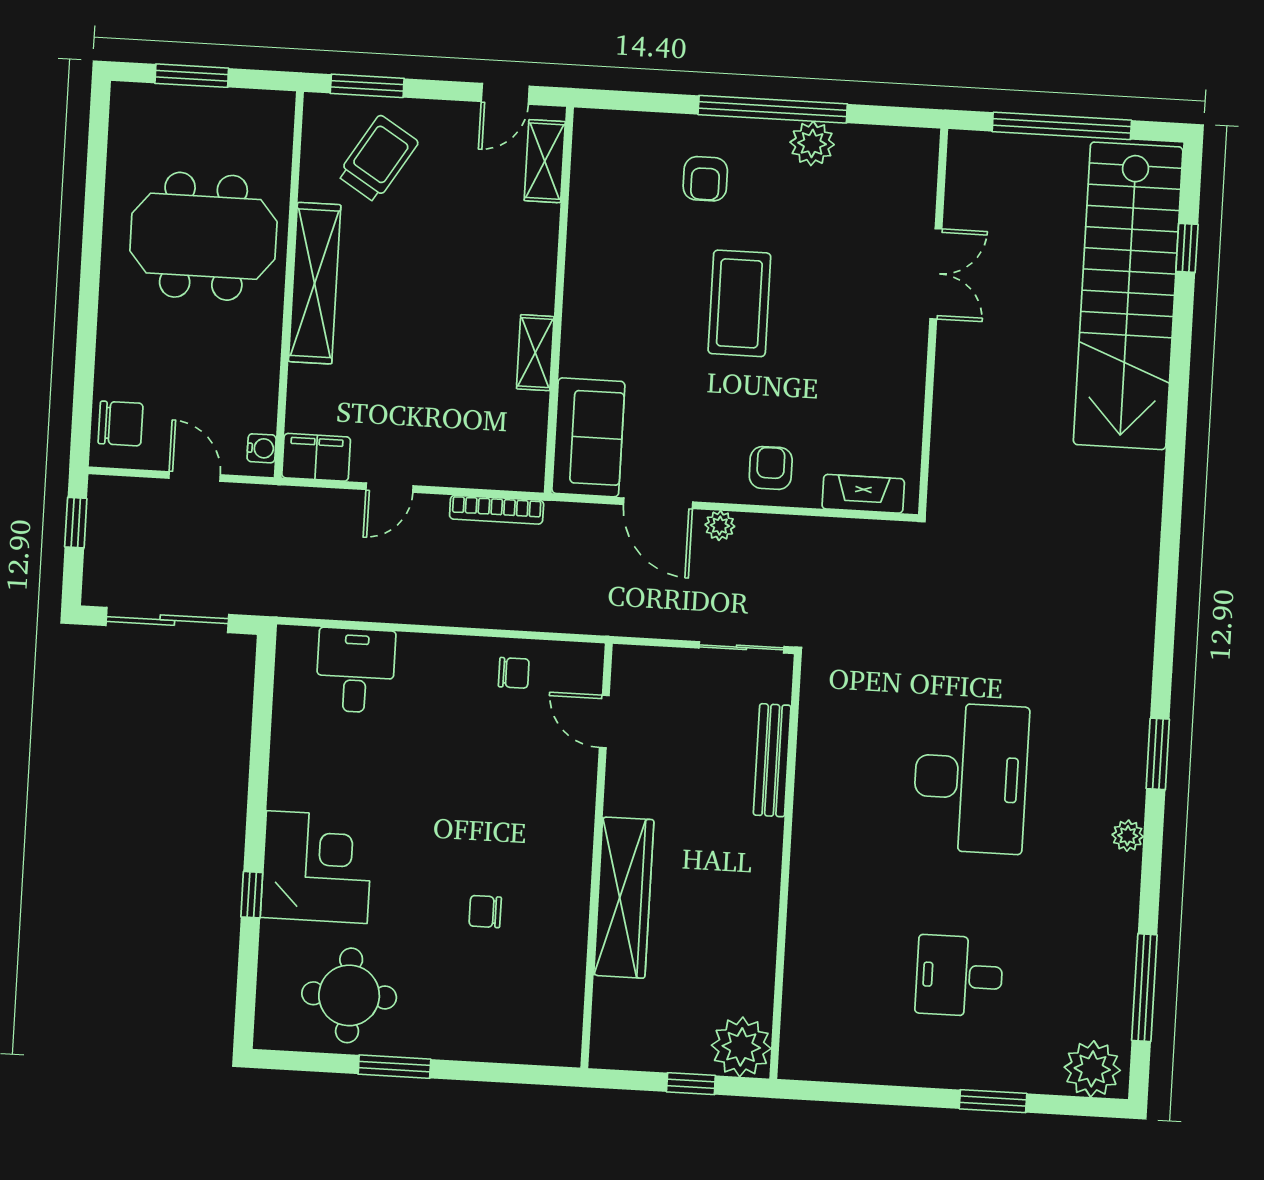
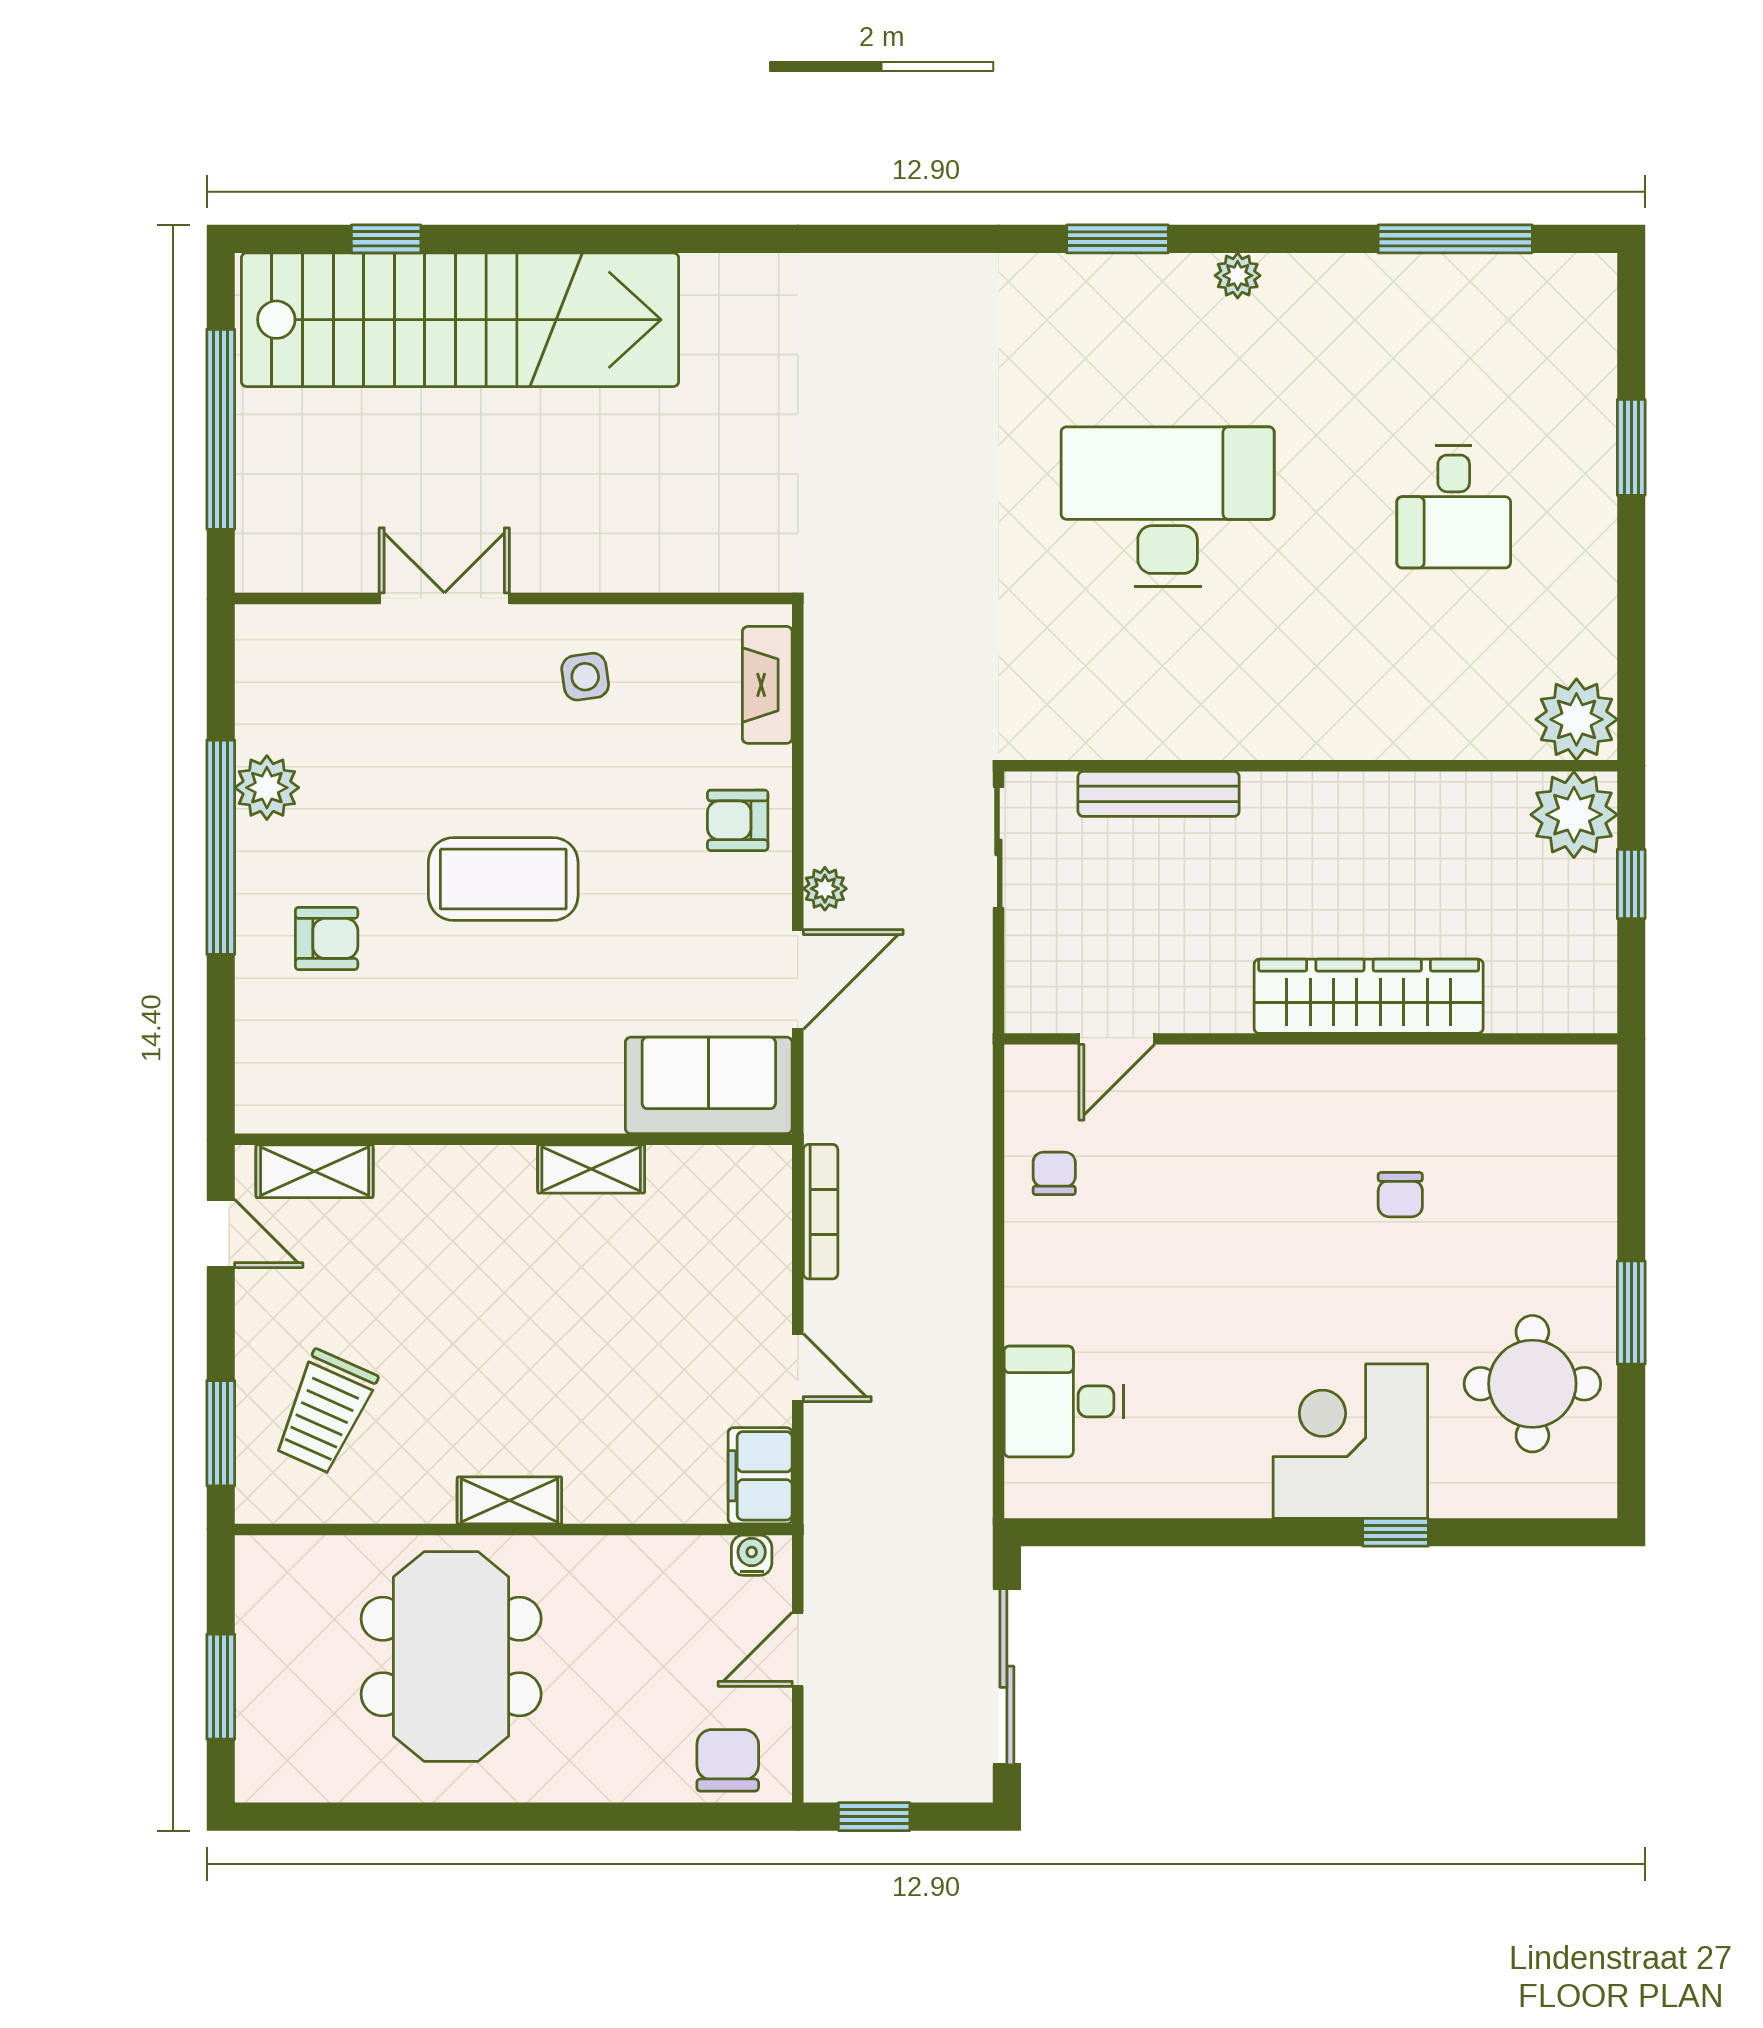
trolley: (378, 159) -> (325, 1412), turned -98
shelving: (315, 283) -> (509, 1500), width x0.45, depth x0.75
side table: (876, 368) -> (585, 677), added
plant: (1092, 1069) -> (1576, 719), moved

